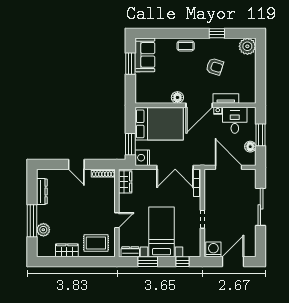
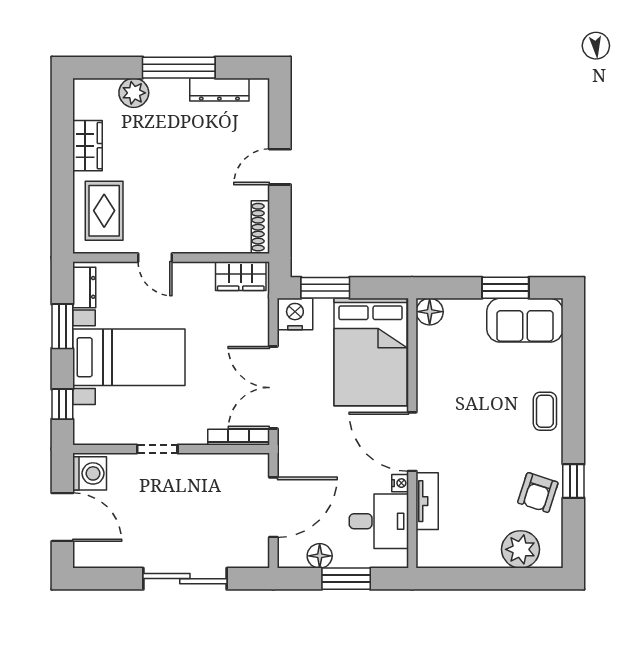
plant: (247, 46) -> (521, 549), moved
armchair: (215, 67) -> (538, 493), moved
floor lamp: (177, 97) -> (430, 312), moved
window: (32, 221) -> (179, 68), moved

